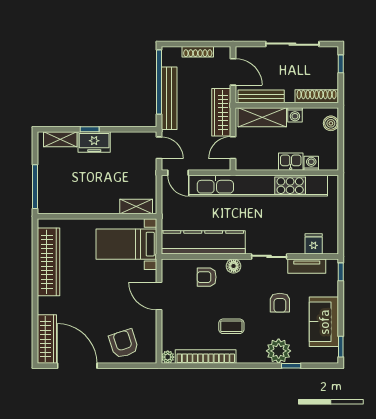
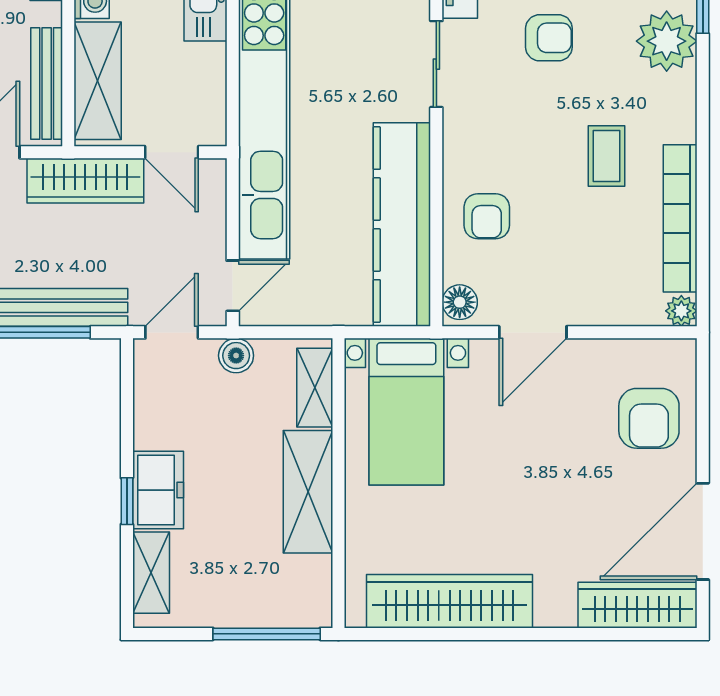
boiler: (149, 174) -> (236, 356), added
shelving: (93, 204) -> (308, 492), added
floor lamp: (234, 266) -> (460, 302), moved
armchair: (124, 344) -> (649, 418), turned -72

